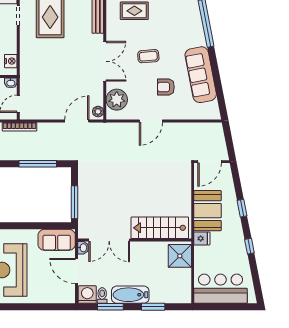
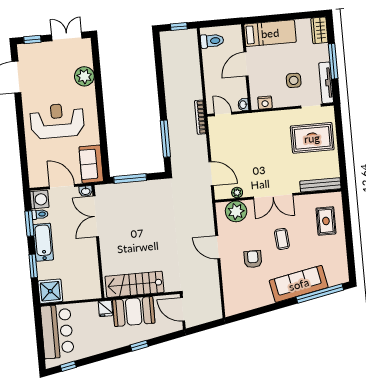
sofa: (201, 75) -> (299, 284), moved
plant: (98, 112) -> (237, 193), moved
stairs: (160, 228) -> (134, 284), moved, turned -90
window: (249, 246) -> (68, 366), moved
shower: (180, 256) -> (50, 291), moved
door: (76, 271) -> (62, 187), hinge flipped

